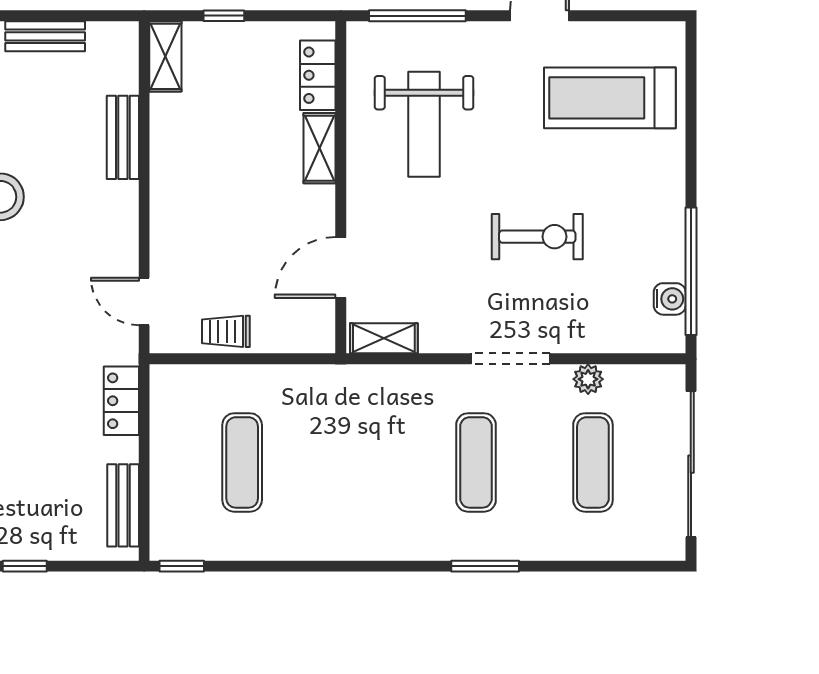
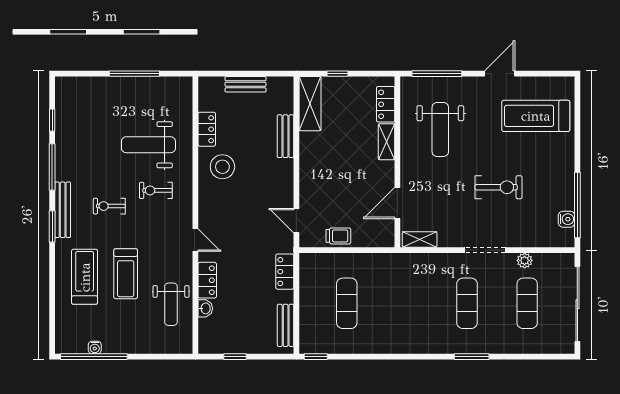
shelving: (165, 56) -> (310, 104), width x1.50, depth x1.33
trolley: (226, 331) -> (338, 236), turned 180

